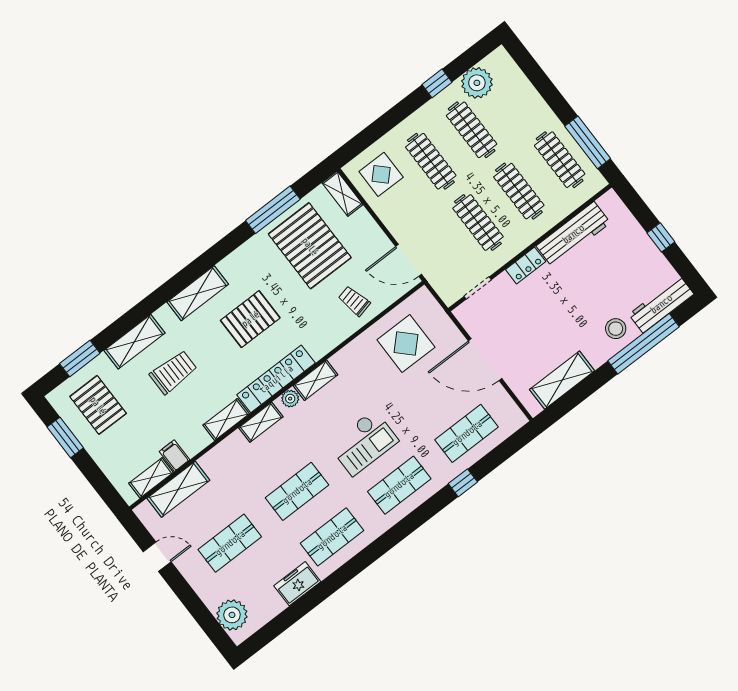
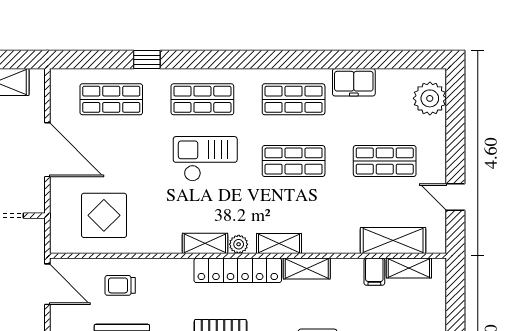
trolley: (354, 301) -> (120, 285), turned 103

